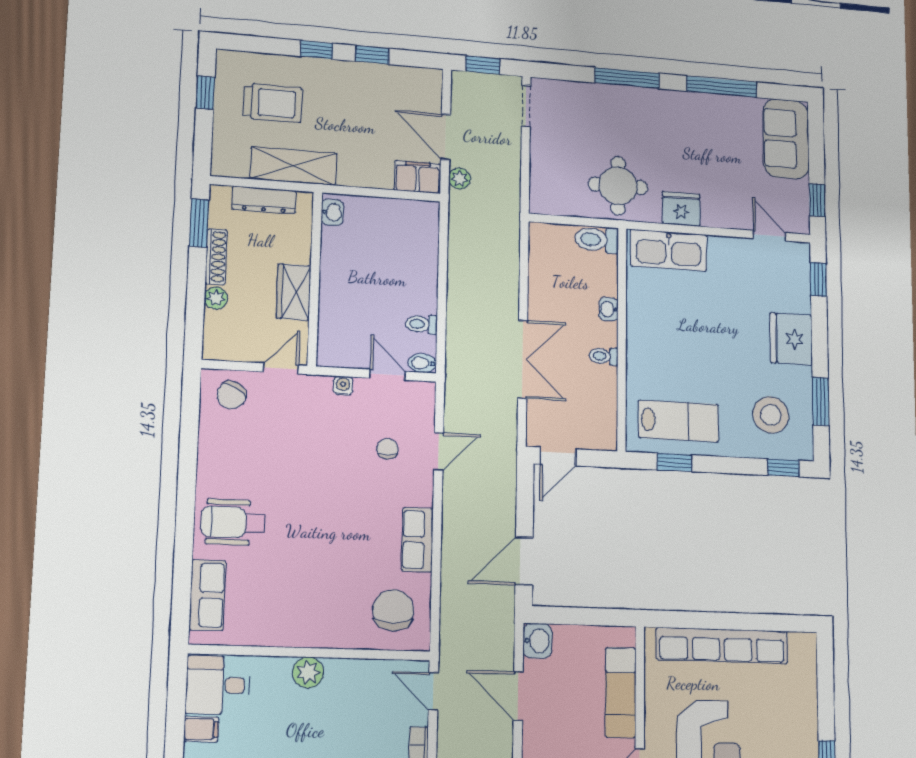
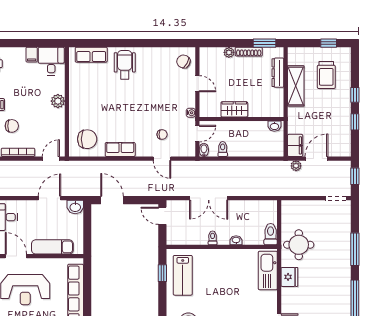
washbasin: (332, 212) -> (274, 126), moved
wall: (315, 278) -> (242, 119), moved
wardrobe: (294, 292) -> (234, 109), moved

